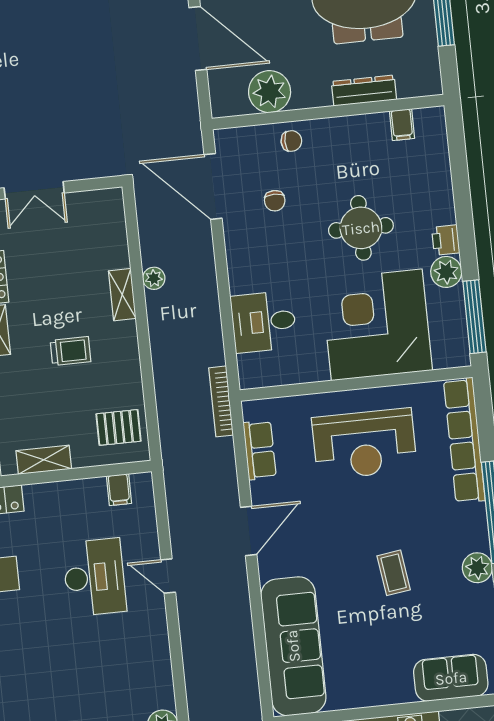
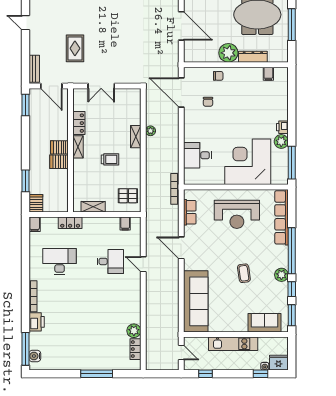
plant: (270, 92) -> (228, 53), moved
round table: (361, 228) -> (245, 118), removed
door: (249, 531) -> (181, 248), swing flipped
desk: (94, 577) -> (110, 261), width x0.73

